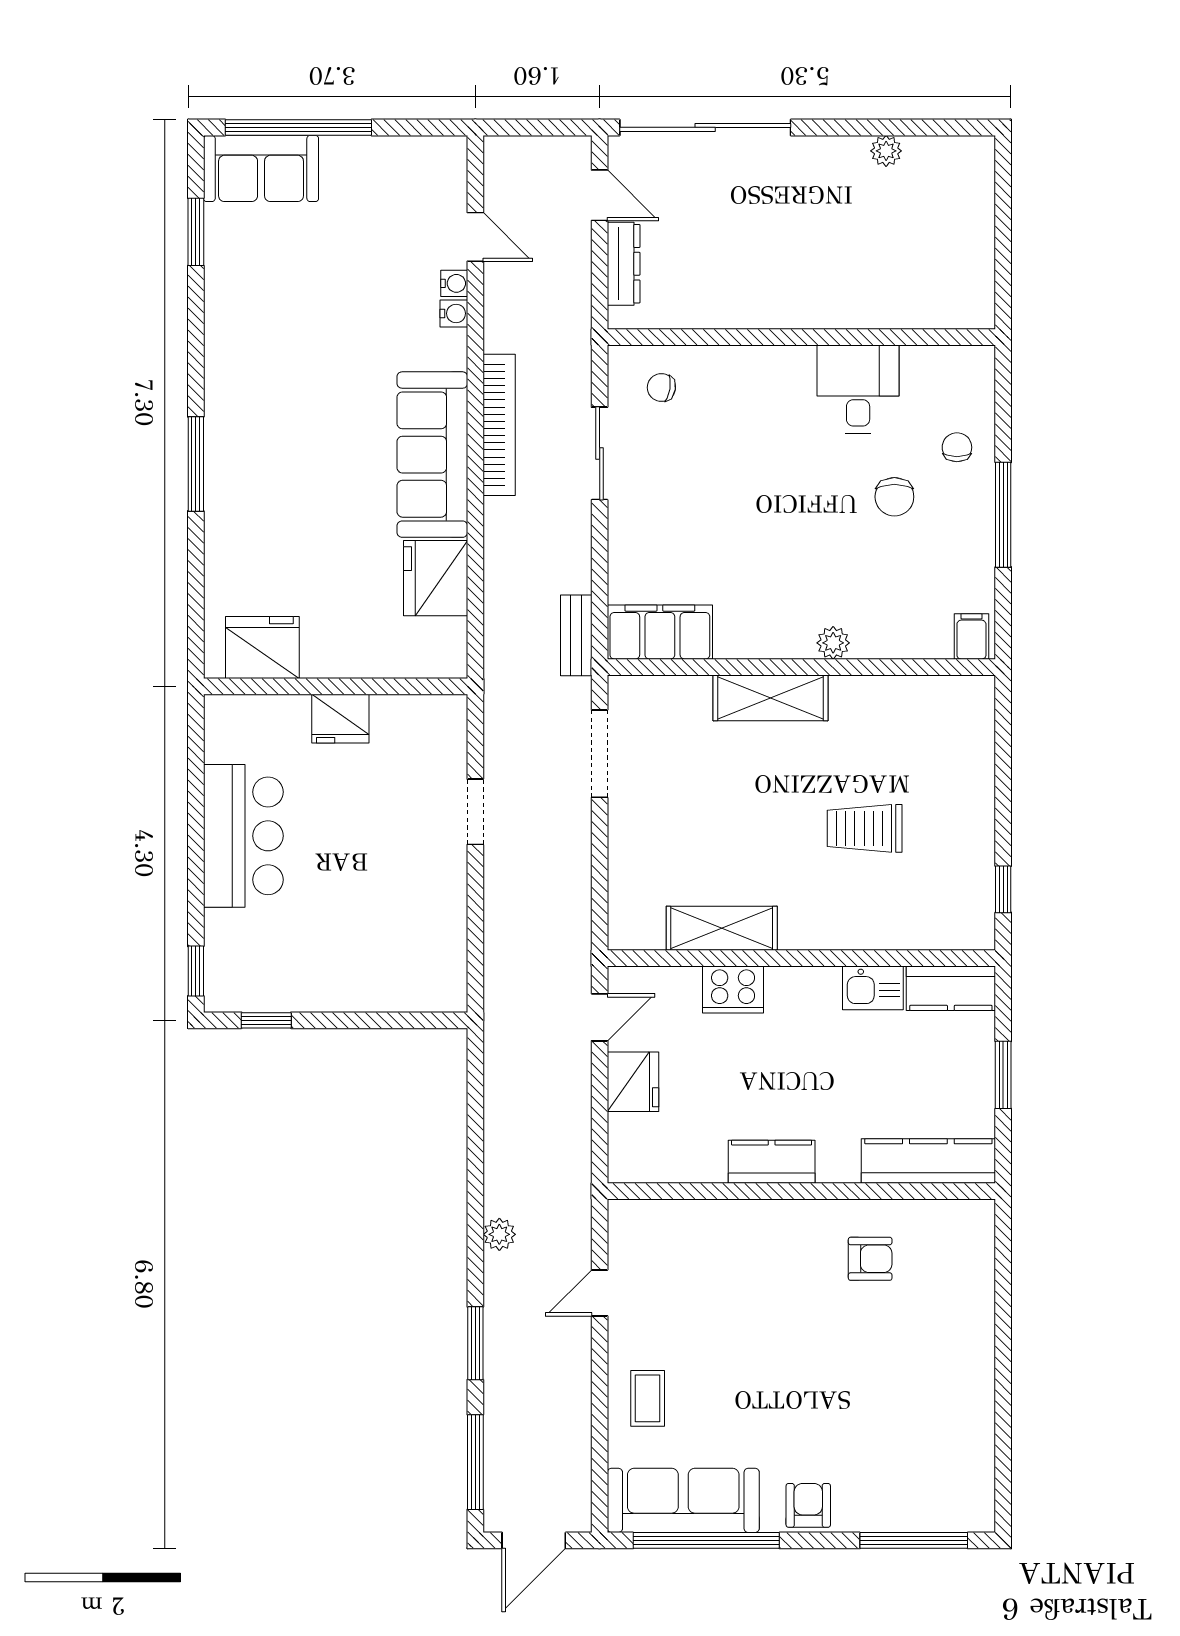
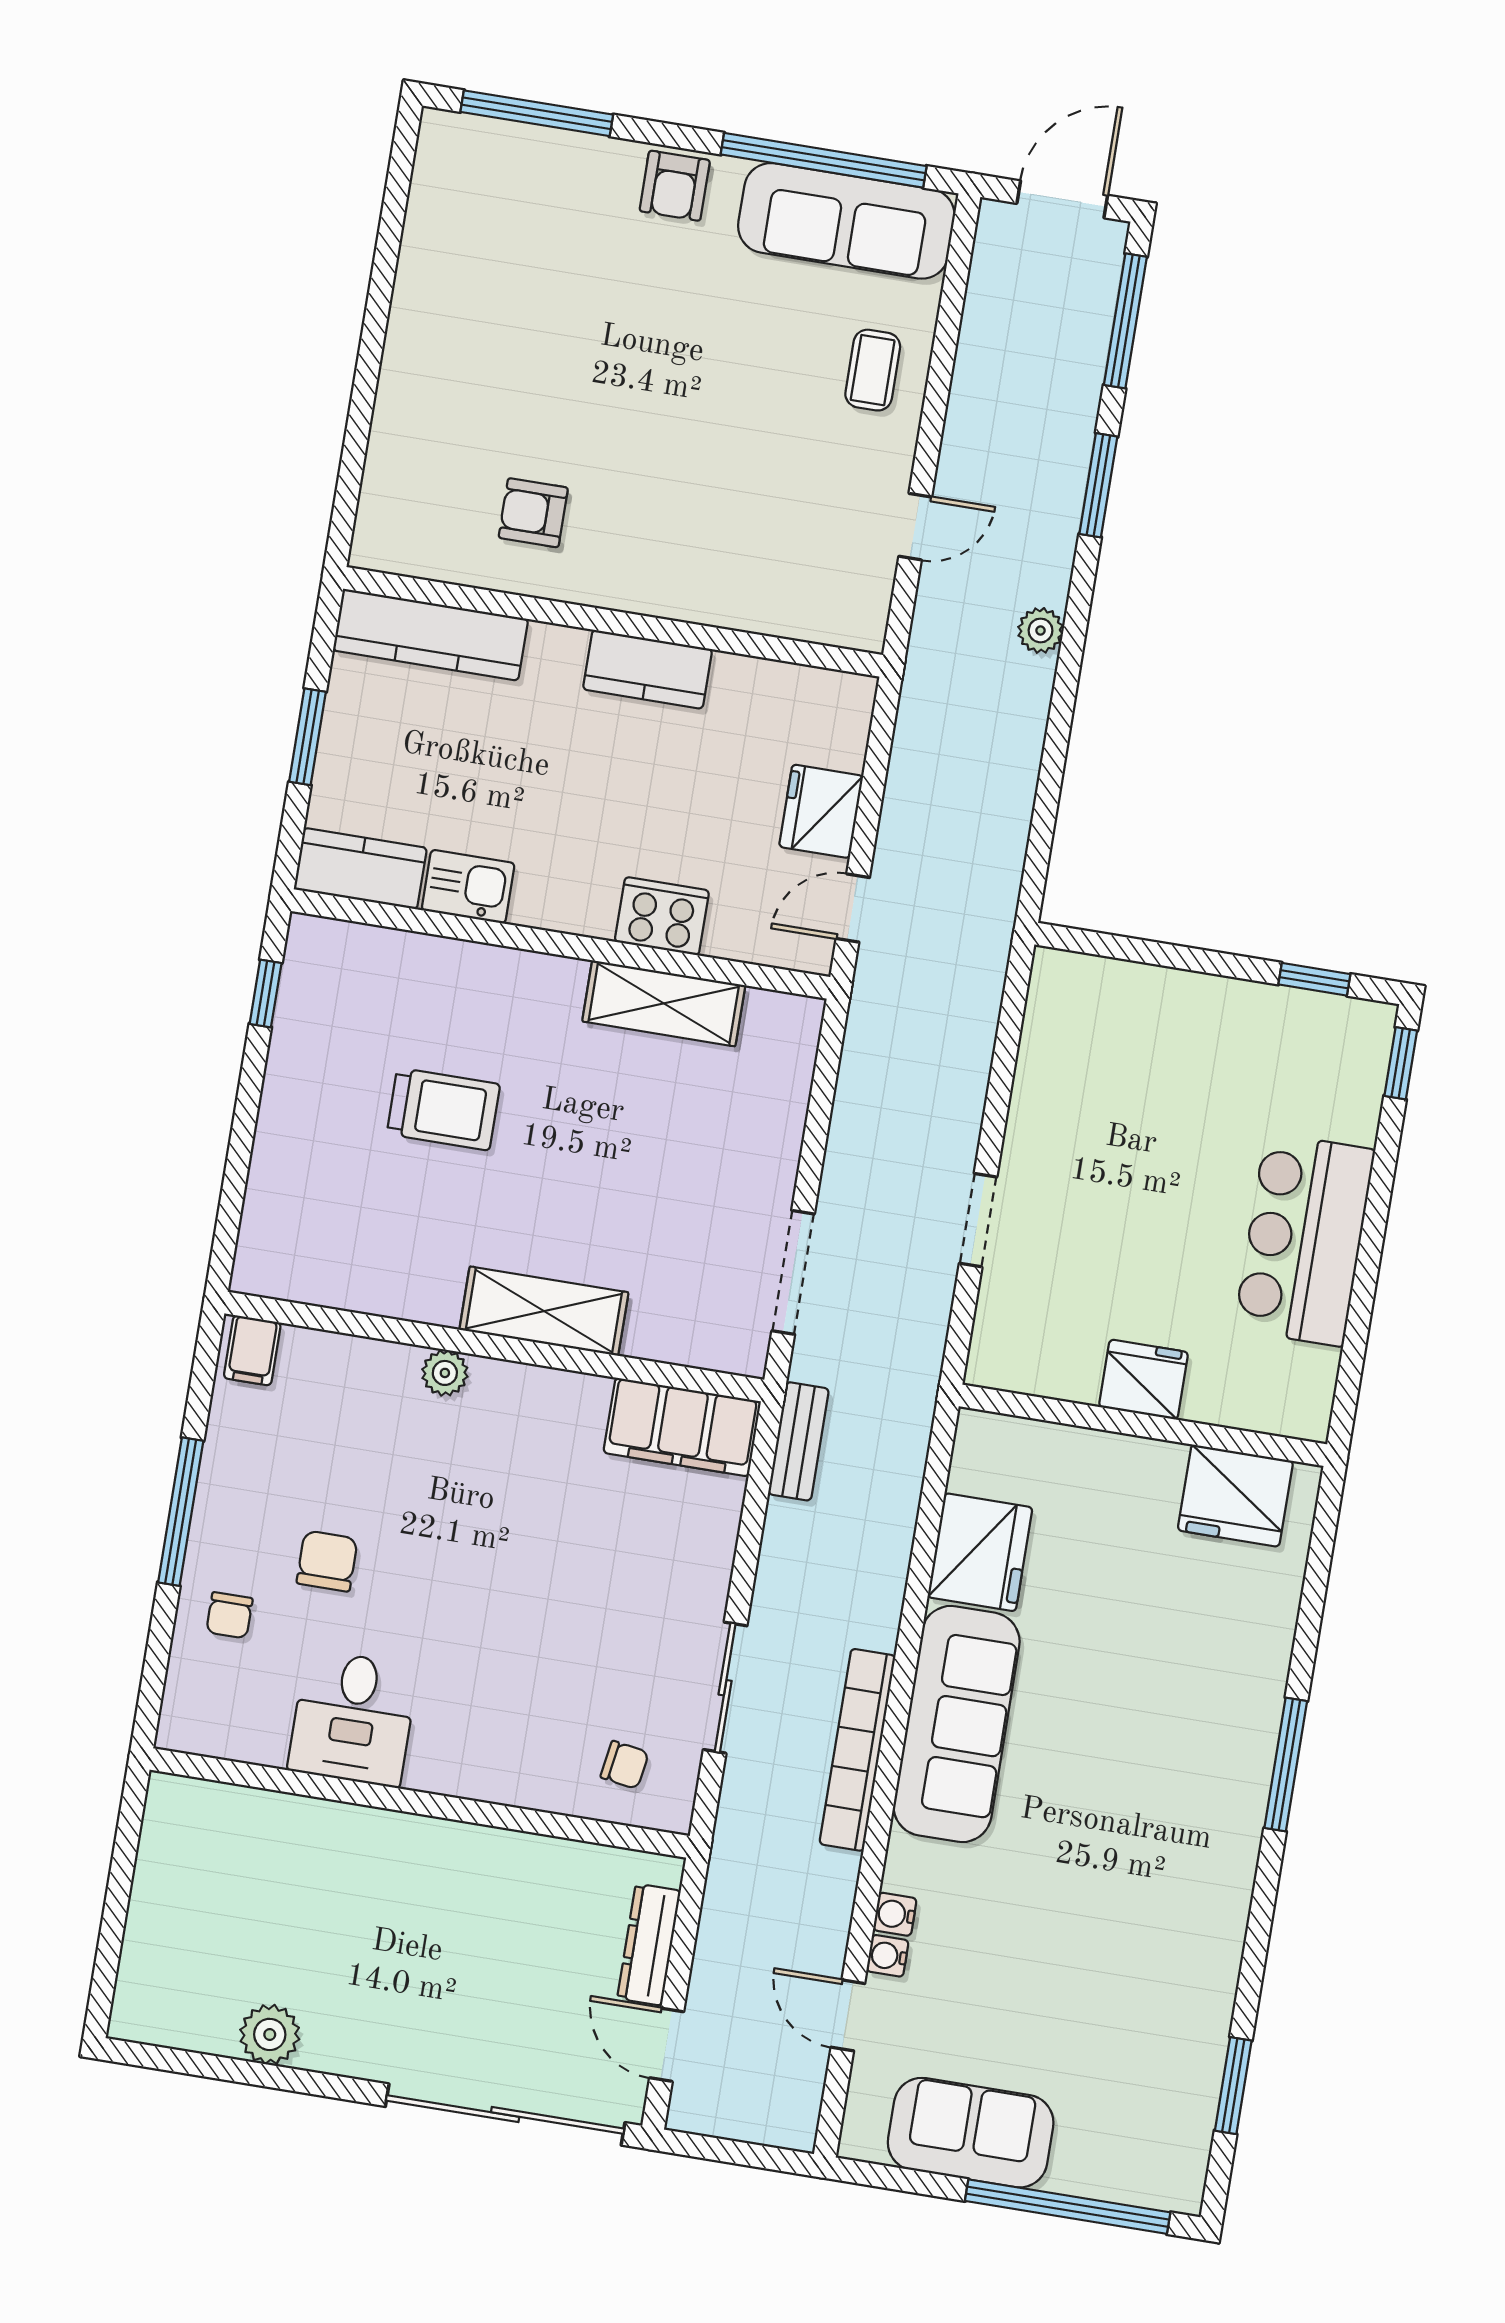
plant: (886, 151) -> (270, 2034), width x1.38, depth x1.38
sofa: (261, 168) -> (971, 2133), moved

